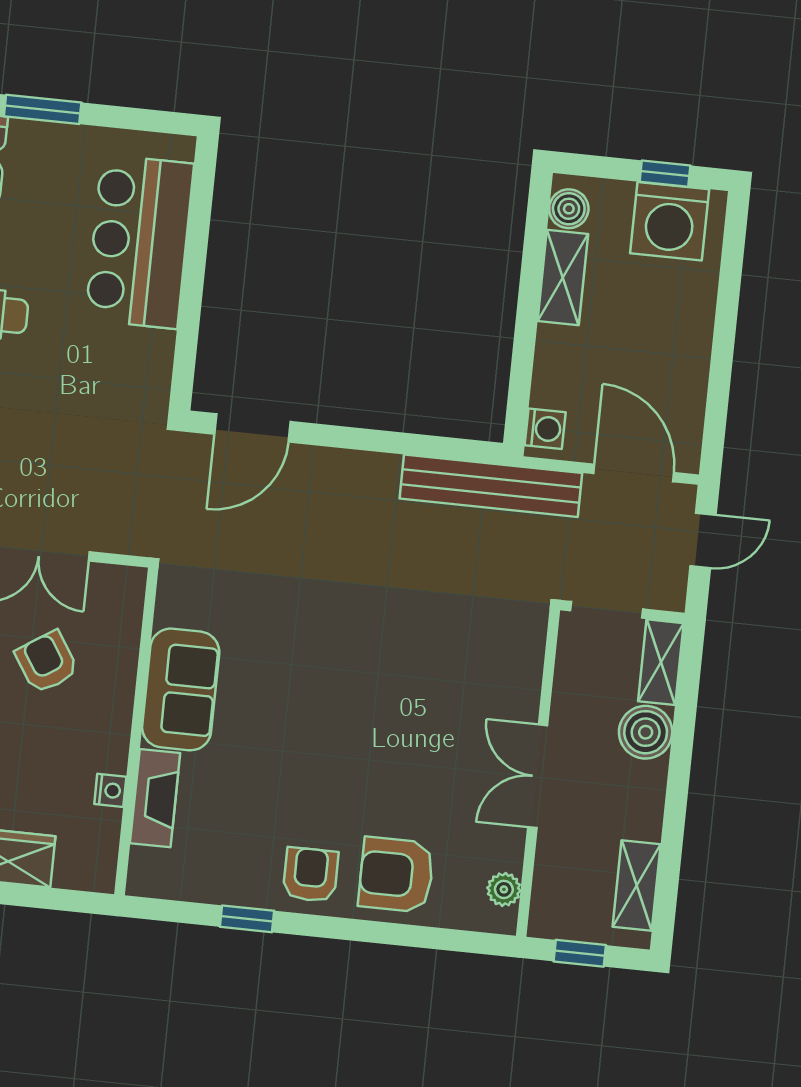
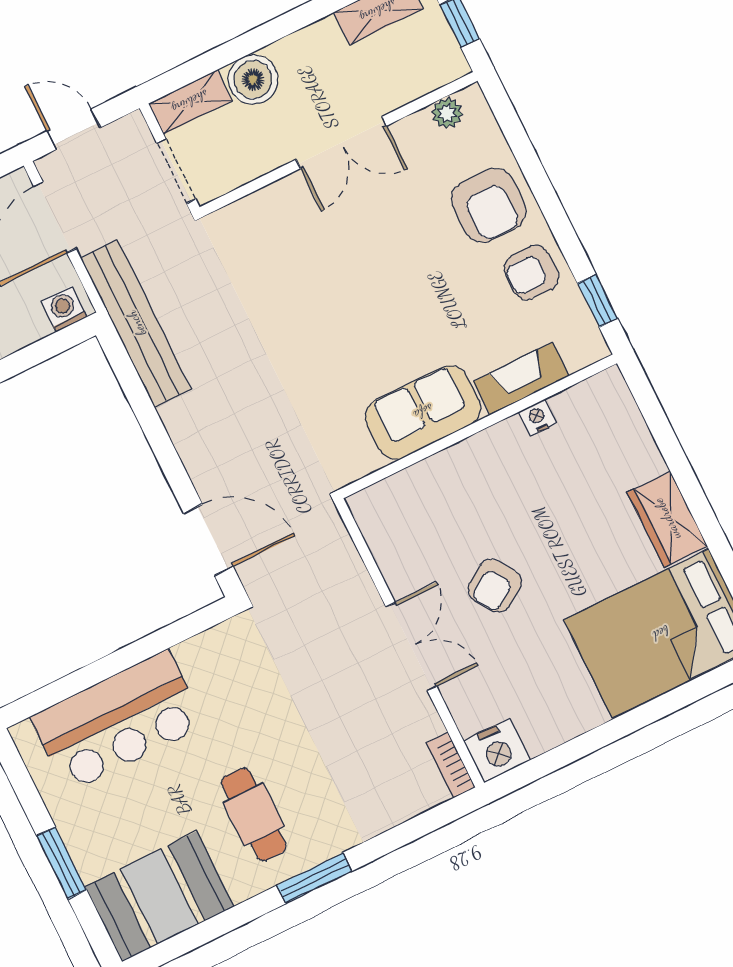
sofa: (181, 689) -> (423, 412), moved
wall: (136, 731) -> (478, 426), moved
nightstand: (110, 790) -> (537, 418), moved
fireplace: (155, 798) -> (521, 379), moved

